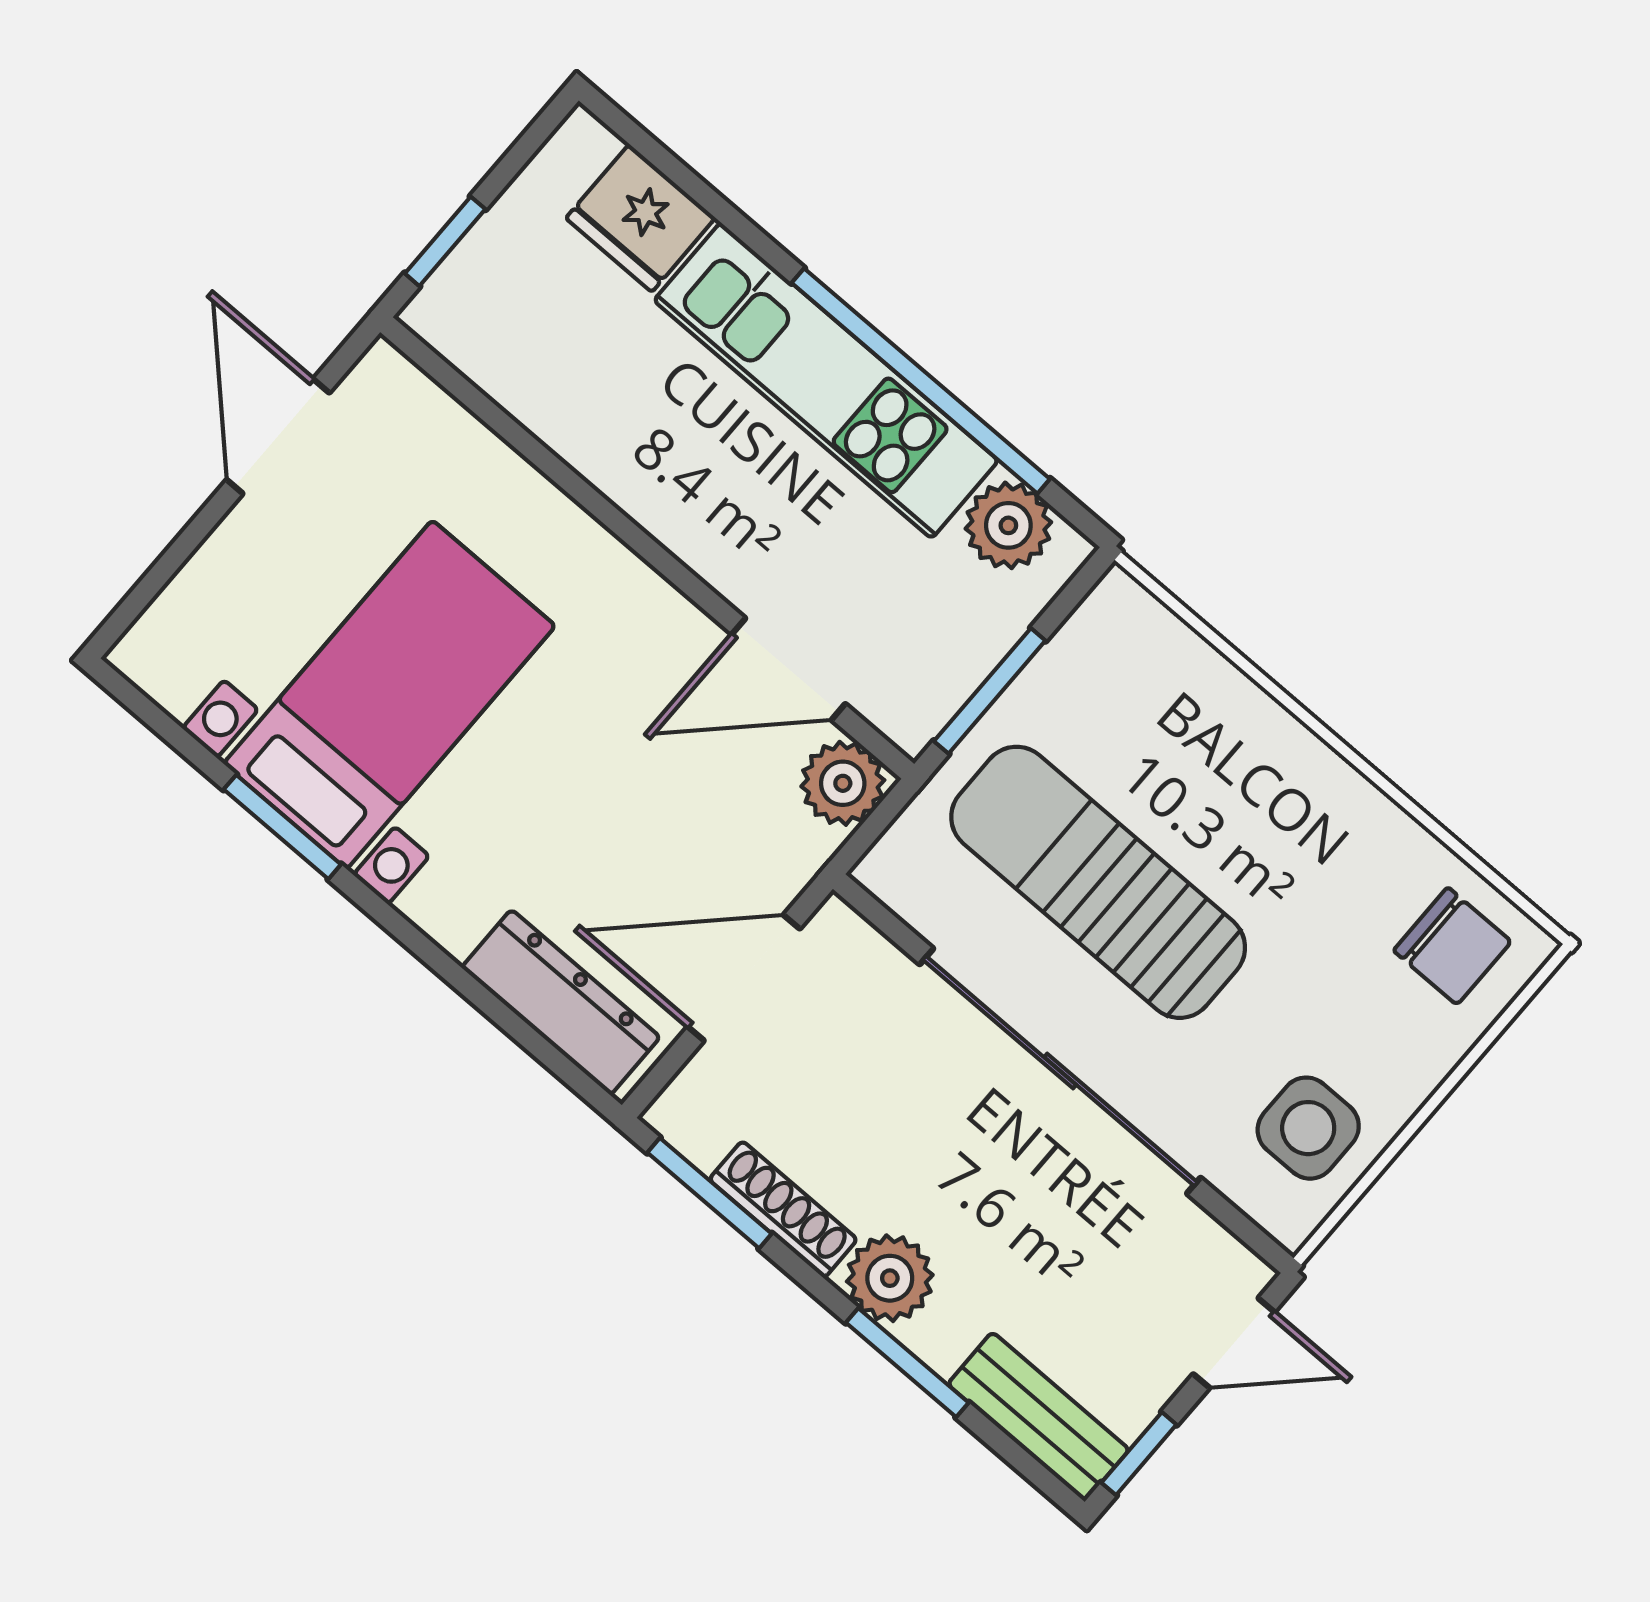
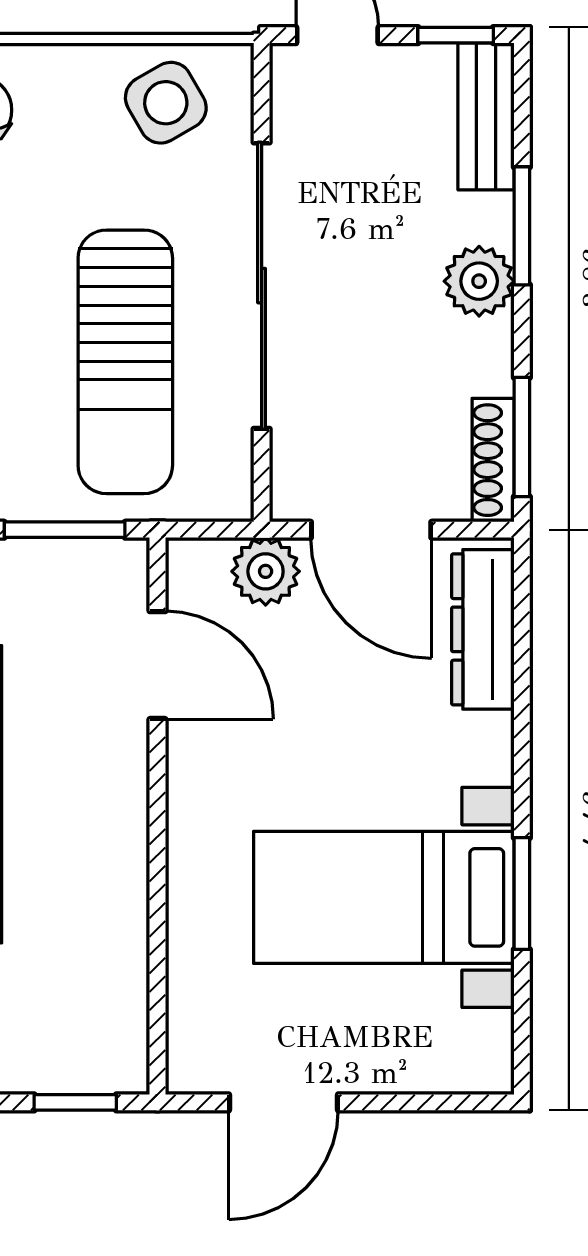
plant: (843, 783) -> (266, 571), moved
side table: (1308, 1128) -> (166, 103), turned -30
shoe rack: (783, 1209) -> (493, 460), moved

